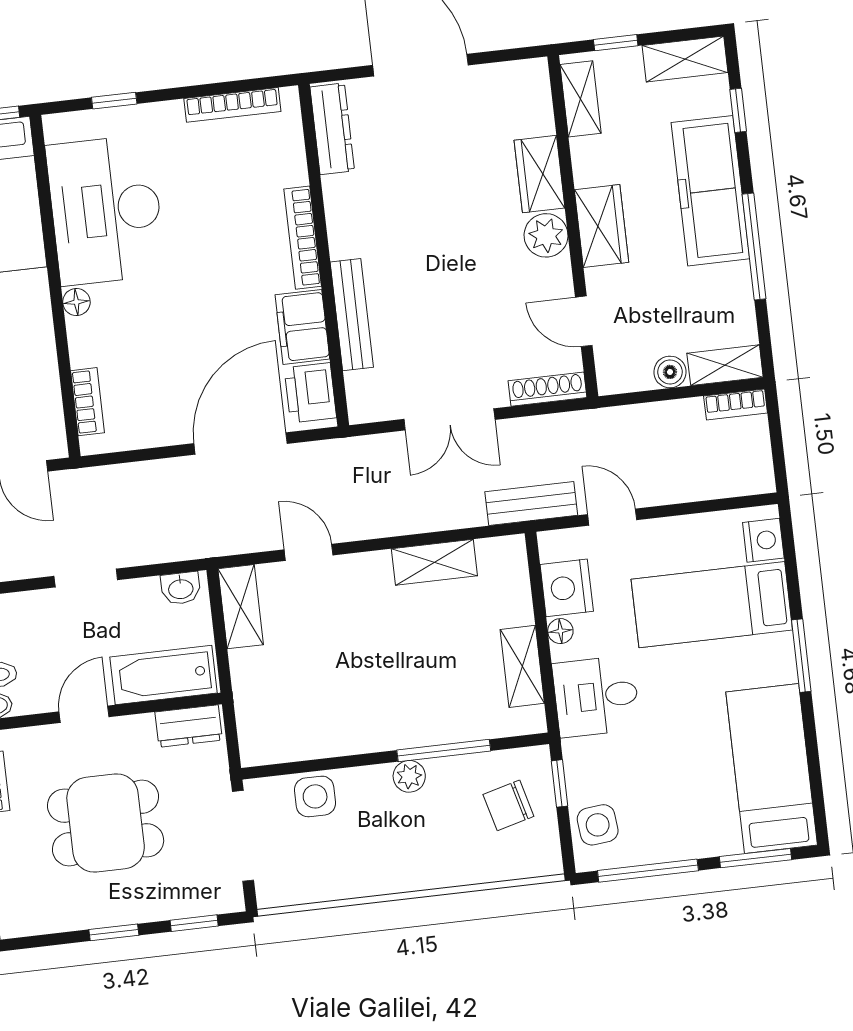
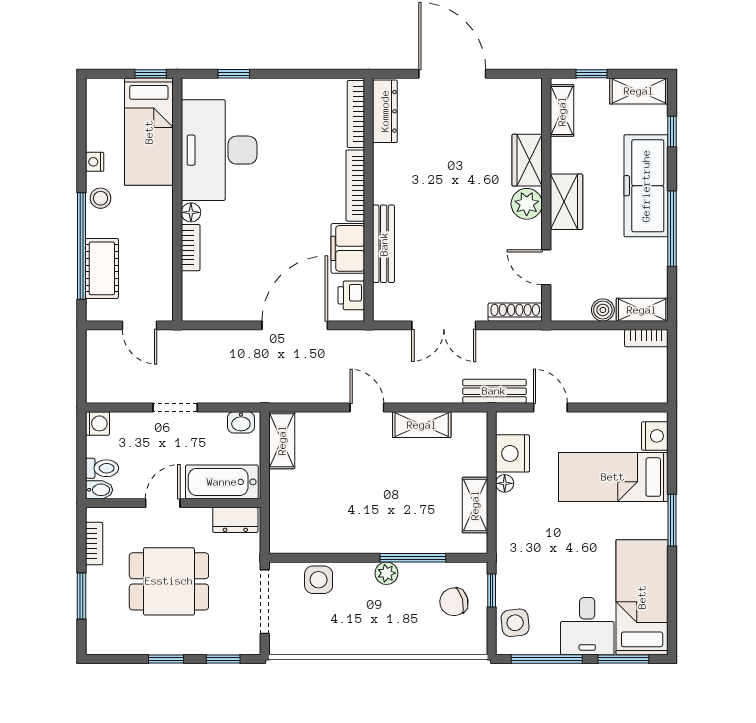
bookcase: (232, 105) -> (356, 114), moved, turned 90
printer: (310, 393) -> (351, 295), width x0.73, depth x0.81
bookcase: (87, 402) -> (191, 248), moved
door: (309, 552) -> (367, 407), moved
desk: (596, 696) -> (587, 626), moved, turned -90

